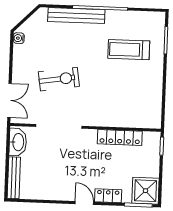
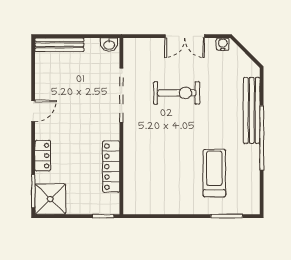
exercise bike: (59, 79) -> (177, 93), turned -81
double door: (9, 100) -> (185, 36), moved
washbasin: (18, 142) -> (109, 45), width x0.52, depth x0.69
door: (84, 203) -> (33, 111), moved

